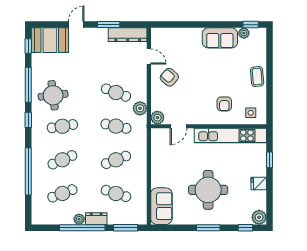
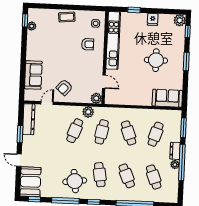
sofa: (220, 38) -> (33, 75), moved
round table: (208, 190) -> (156, 60), width x0.73, depth x0.73

